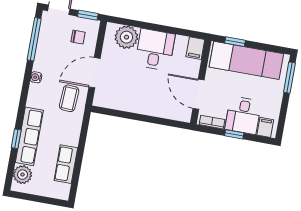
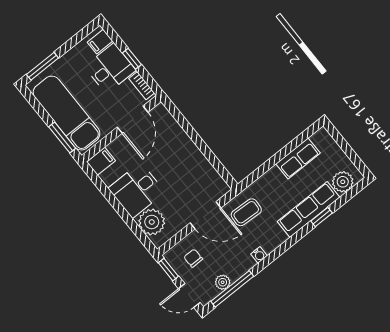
plant: (44, 38) -> (223, 282), added
window: (235, 42) -> (62, 137), width x1.50

